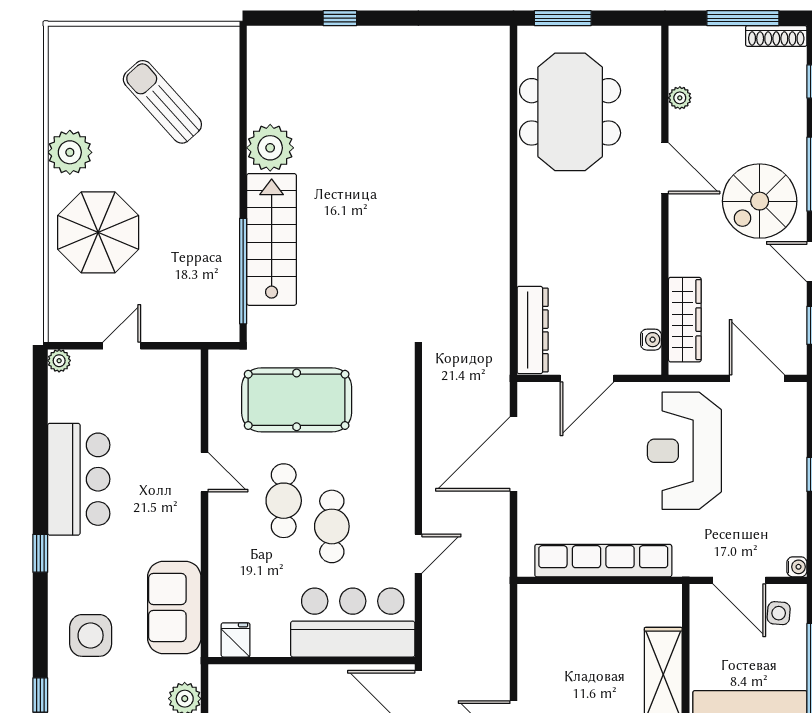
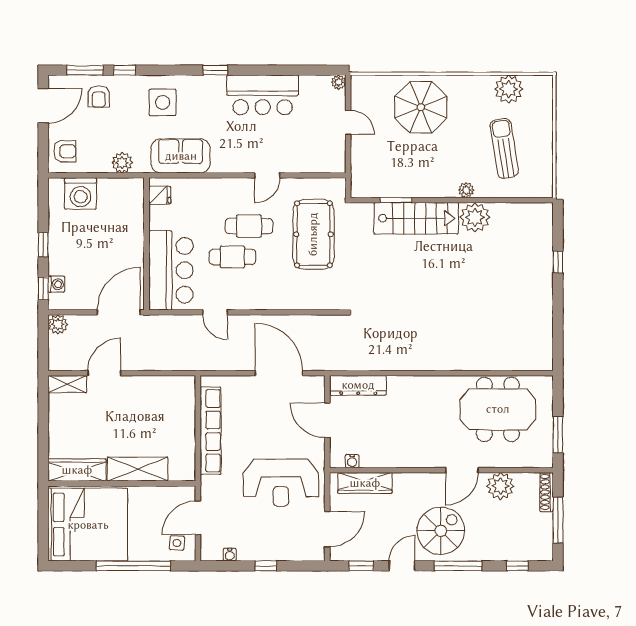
window: (563, 18) -> (558, 435), moved
shoe rack: (776, 36) -> (547, 492), moved
plant: (680, 98) -> (501, 486), width x1.87, depth x1.87
sun lounger: (162, 102) -> (504, 148), turned -57
plant: (70, 152) -> (509, 89), moved
plant: (228, 161) -> (466, 190), added
spiral stairs: (760, 201) -> (441, 531), turned 90
window: (243, 271) -> (396, 200), width x0.47
reception desk: (684, 451) -> (281, 483), turned 180
water cooler: (797, 567) -> (230, 555), moved

